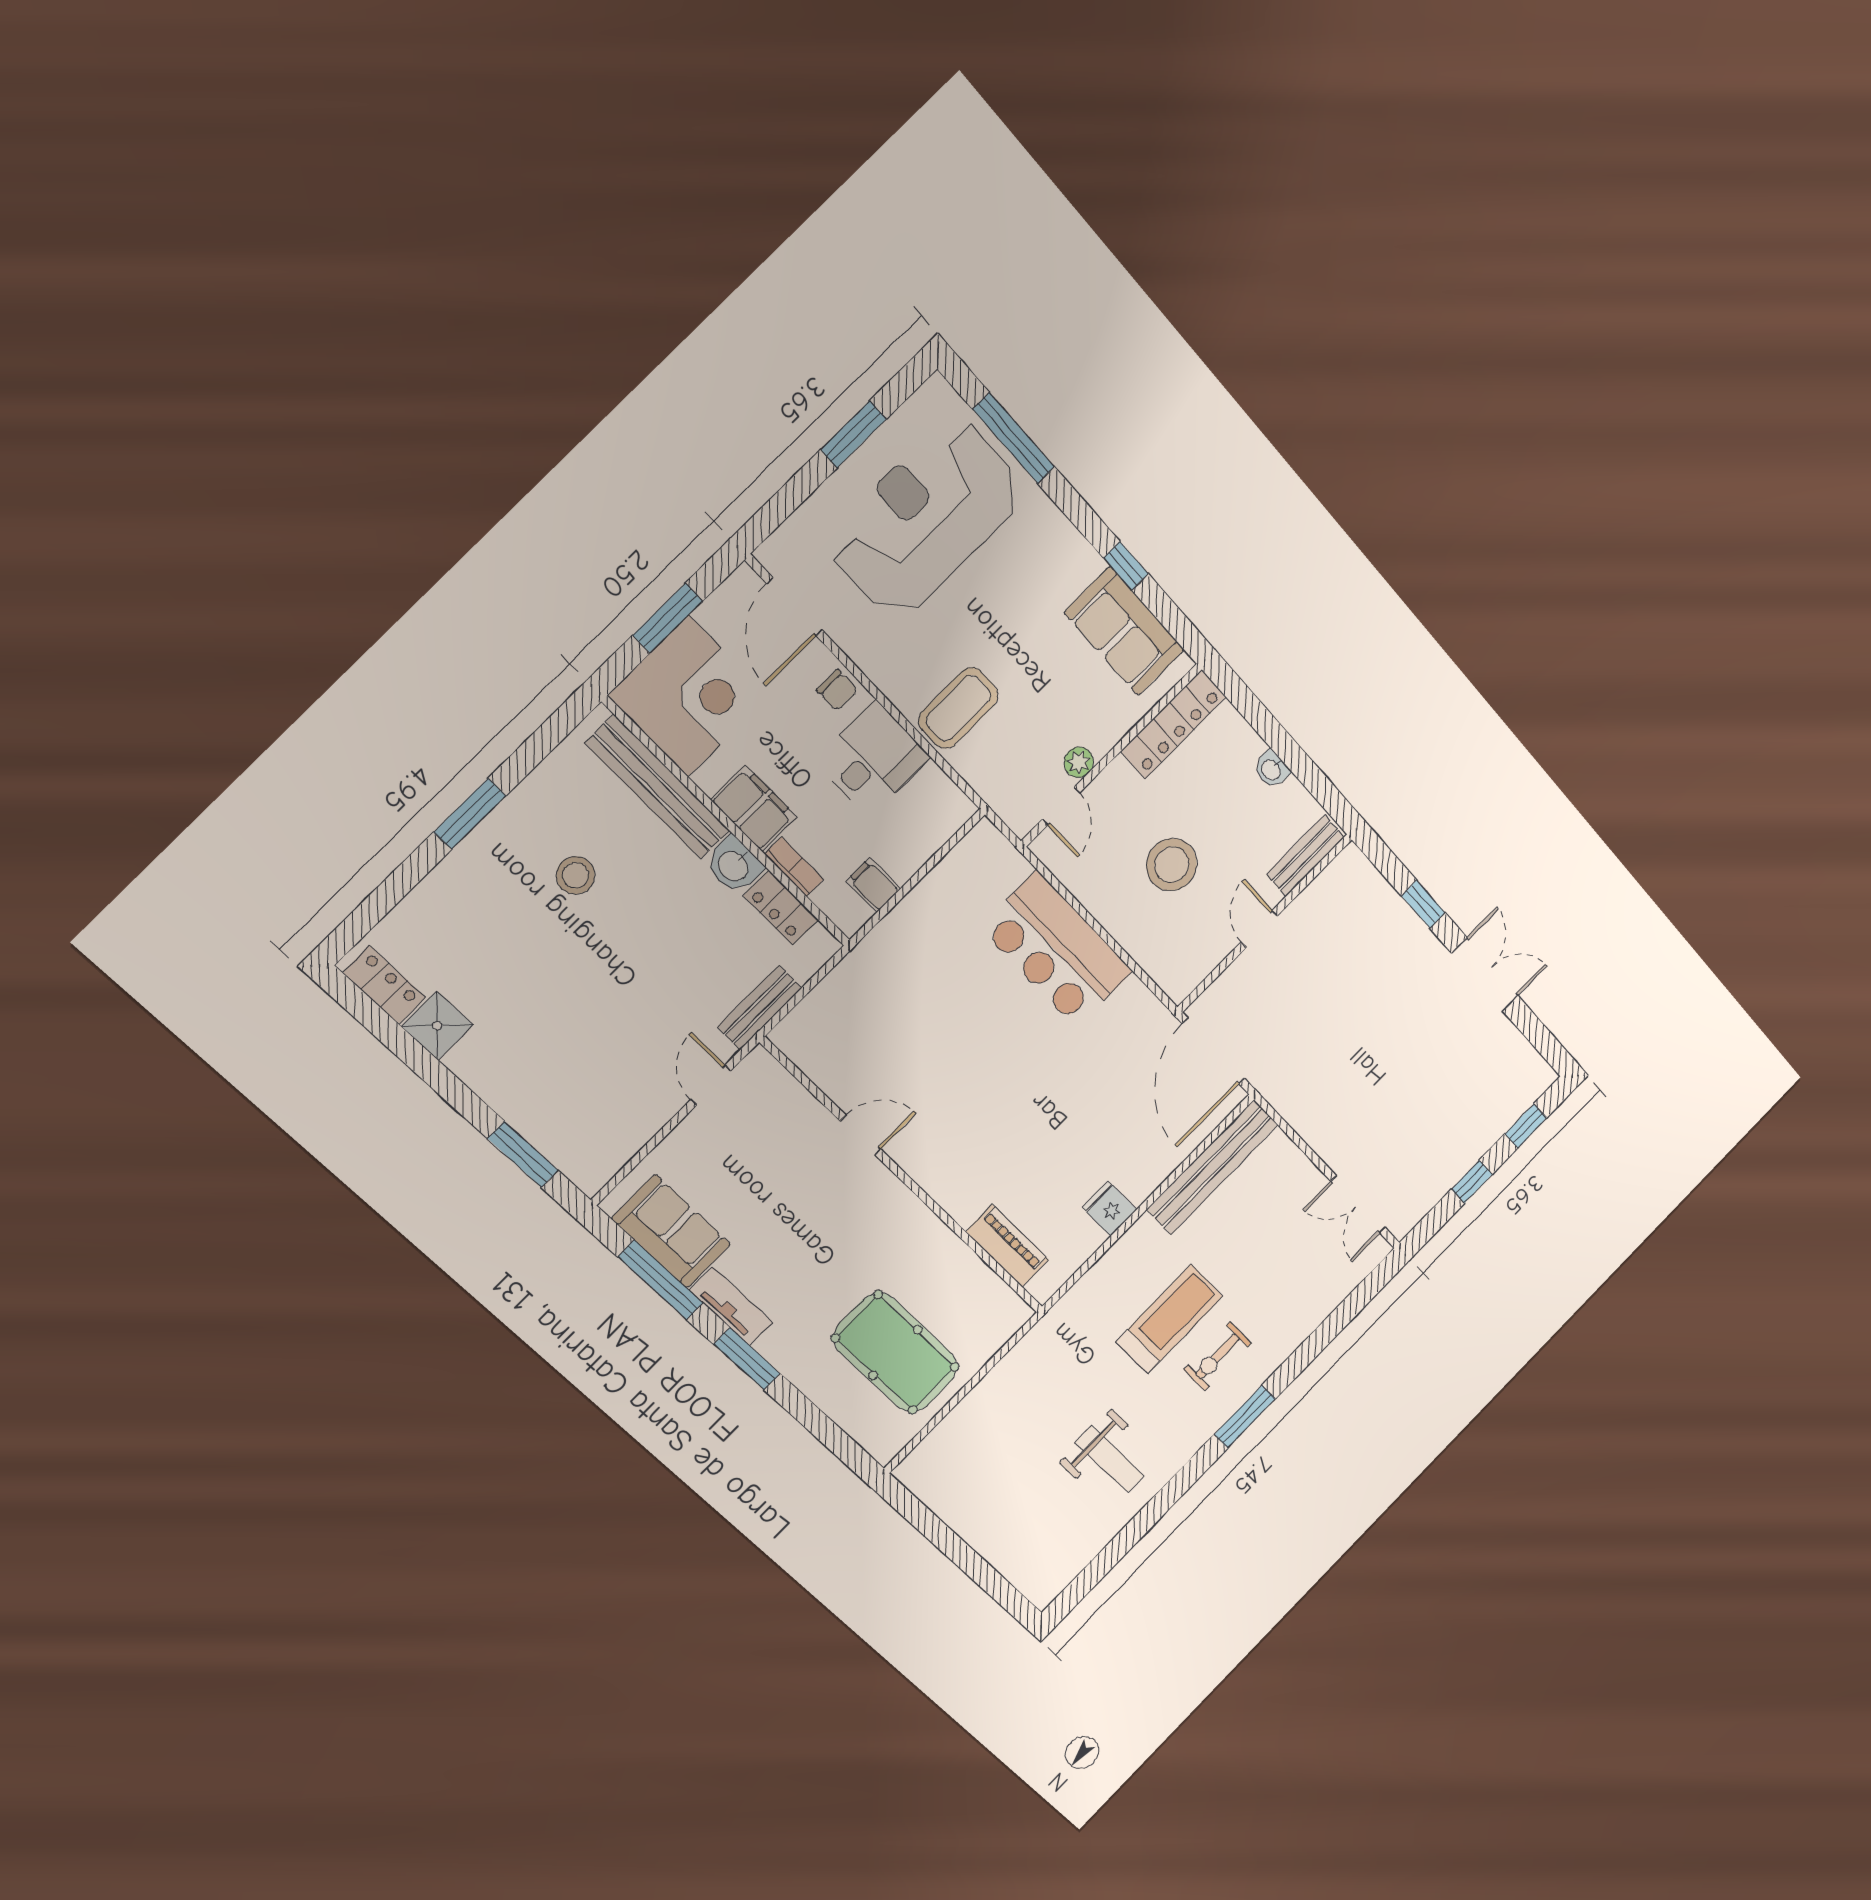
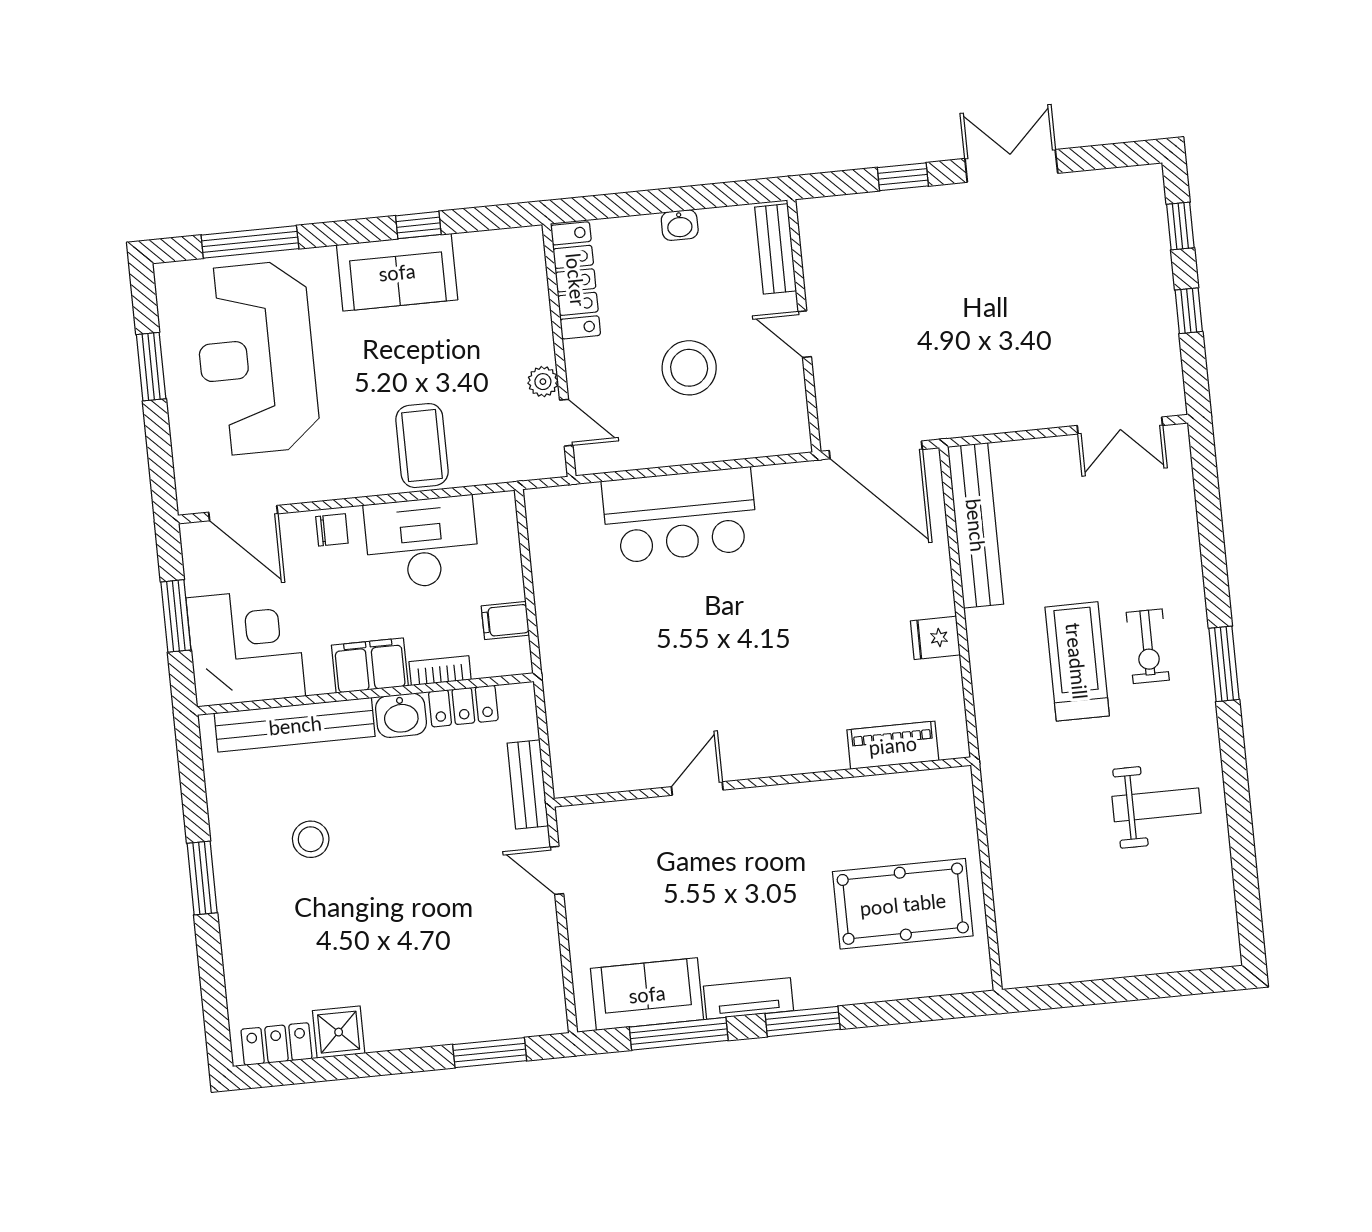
sofa: (1124, 631) -> (397, 272), moved
desk: (873, 759) -> (422, 543), width x1.37

